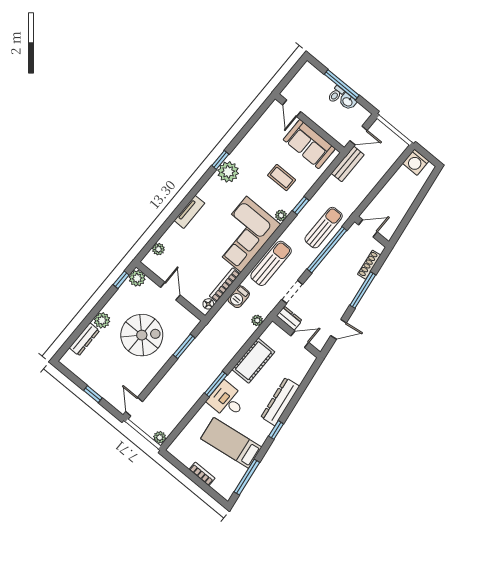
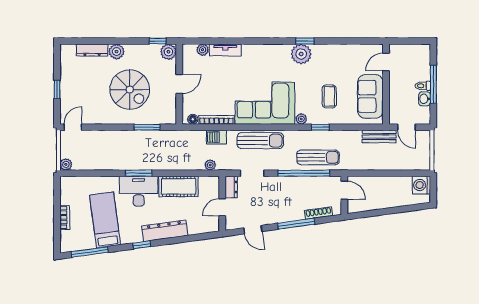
tv unit: (189, 212) -> (225, 50), moved
door: (300, 339) -> (222, 207), swing flipped
desk: (227, 400) -> (139, 191), width x1.37

